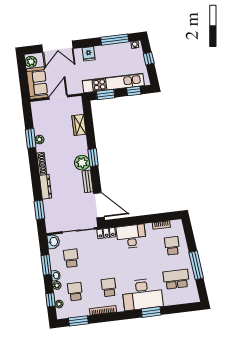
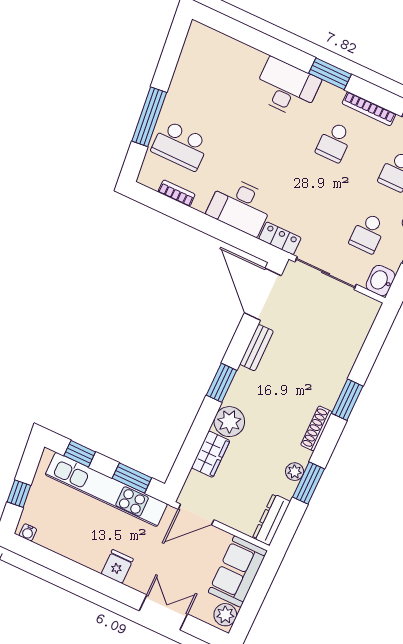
window: (115, 40) -> (57, 563), removed
double door: (57, 47) -> (163, 612), width x0.73
door: (58, 97) -> (196, 514), moved
plant: (82, 163) -> (229, 422), moved
dresser: (46, 187) -> (271, 520), moved
window: (39, 210) -> (347, 400), moved
school desk: (172, 246) -> (180, 146), width x1.85
window: (196, 265) -> (149, 117), moved
school desk: (176, 279) -> (209, 84), removed
desk: (142, 294) -> (287, 88), width x0.73, depth x0.77
window: (151, 312) -> (330, 74), moved

